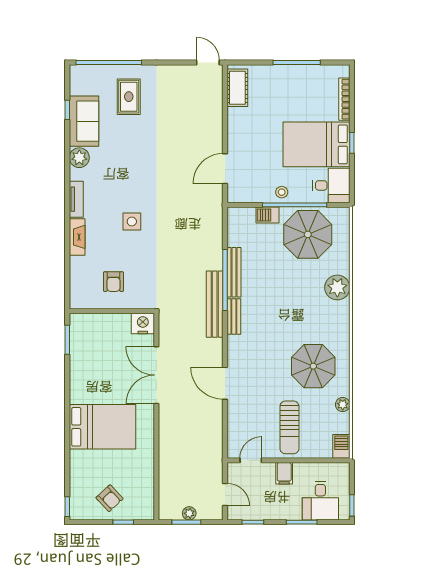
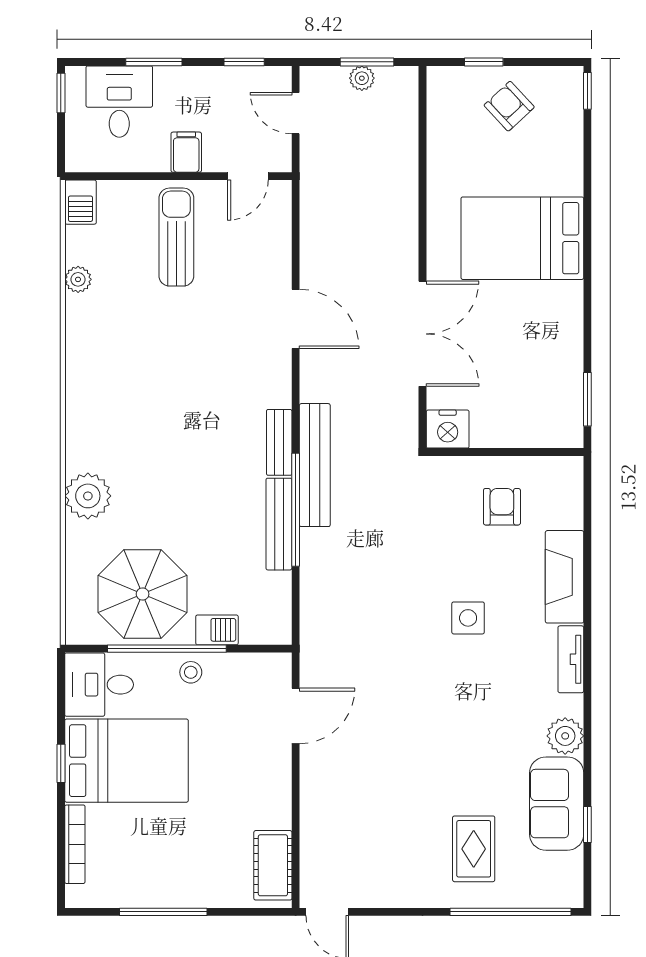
fireplace: (77, 237) -> (565, 577), width x1.37, depth x1.32
parasol: (313, 366) -> (132, 350), removed

